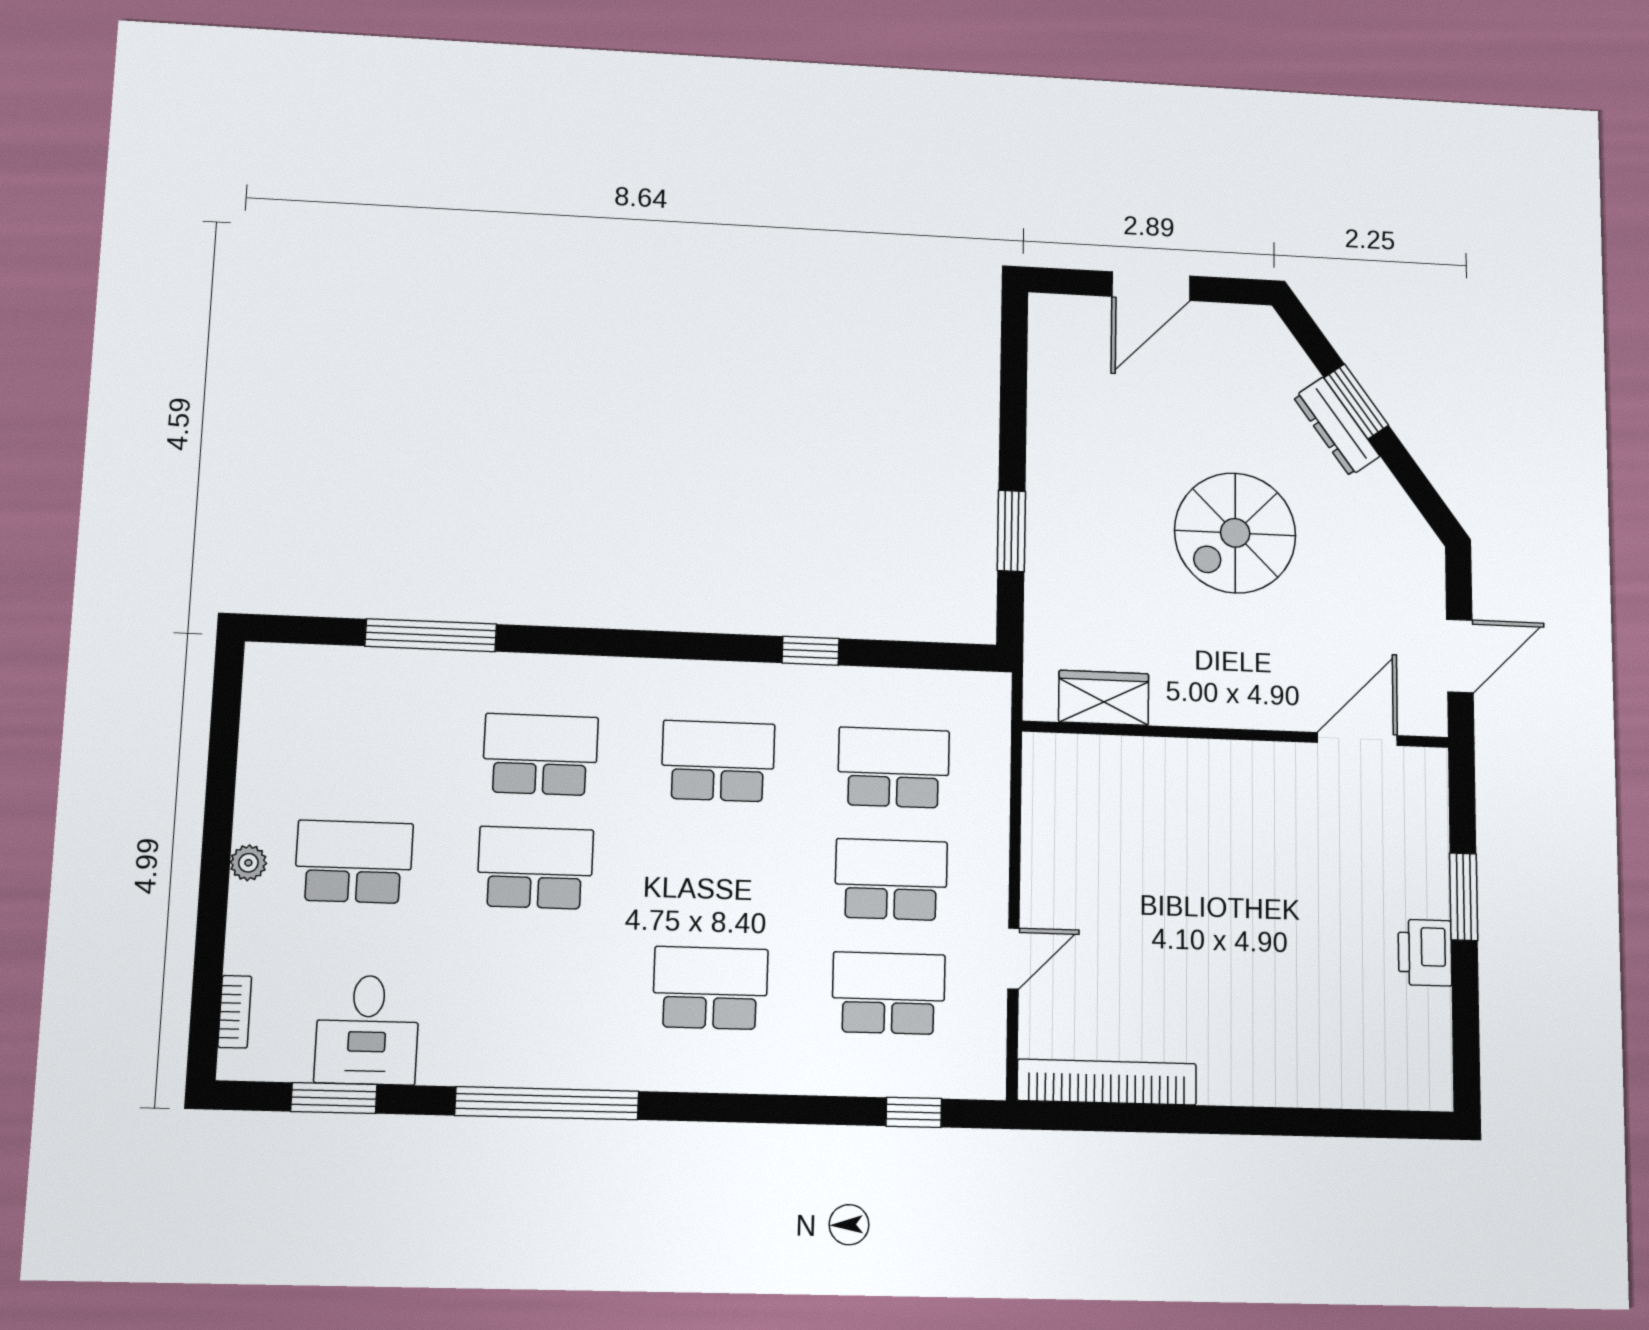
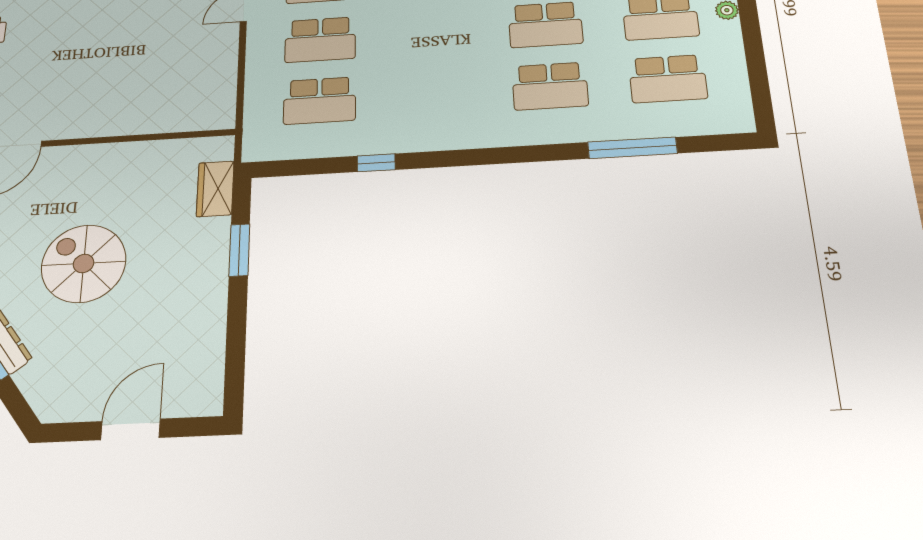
spiral stairs: (1235, 533) -> (84, 263), turned -90
wardrobe: (1104, 698) -> (215, 189), moved, turned 90
school desk: (718, 761) -> (668, 79), moved

